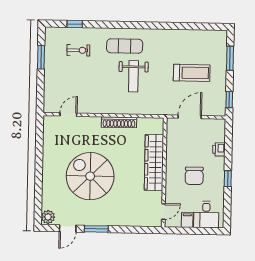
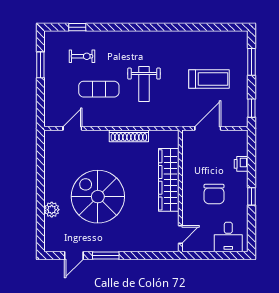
exercise mat: (125, 46) -> (99, 89), moved
plant: (48, 217) -> (52, 210), moved
filing cabinet: (187, 220) -> (207, 244), removed

